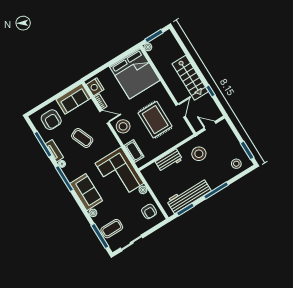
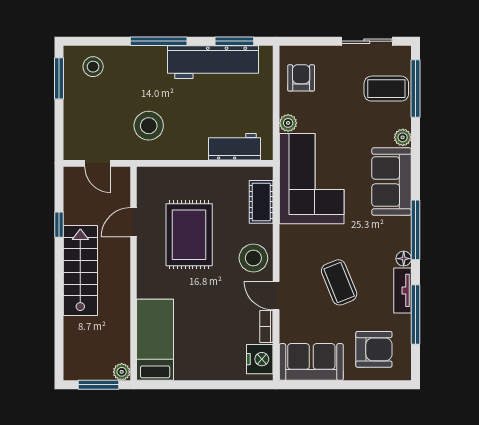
bed: (135, 73) -> (155, 340), width x0.49
armchair: (51, 120) -> (374, 349), turned 90
workbench: (169, 160) -> (234, 147), moved

